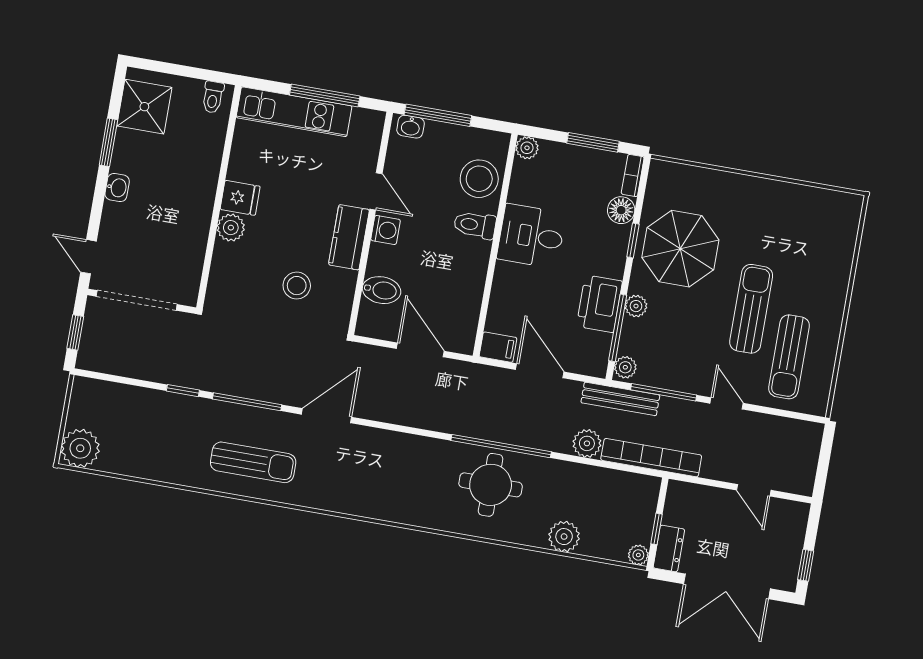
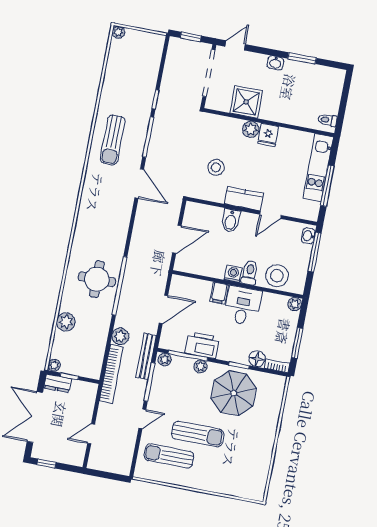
shower: (144, 107) -> (246, 102), moved
washing machine: (386, 230) -> (233, 274), moved, turned 180
bidet: (382, 290) -> (231, 221), moved
filing cabinet: (498, 347) -> (219, 293), moved
plant: (80, 448) -> (118, 32), width x0.53, depth x0.53

